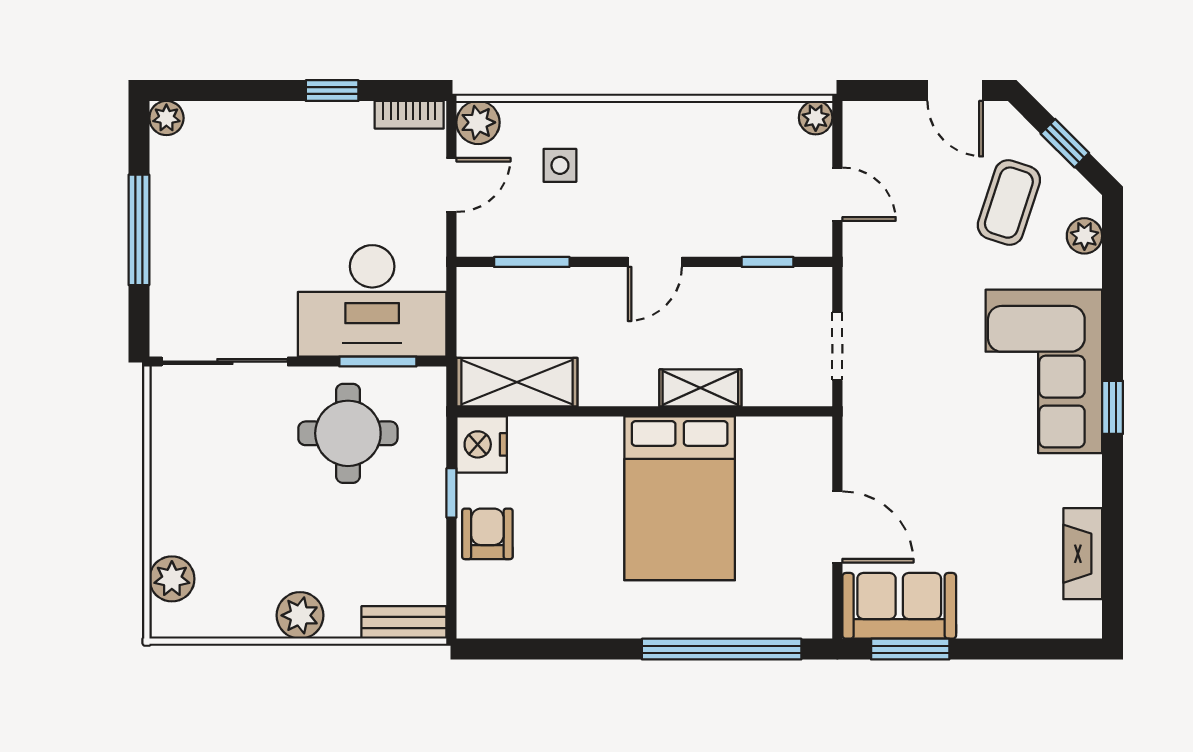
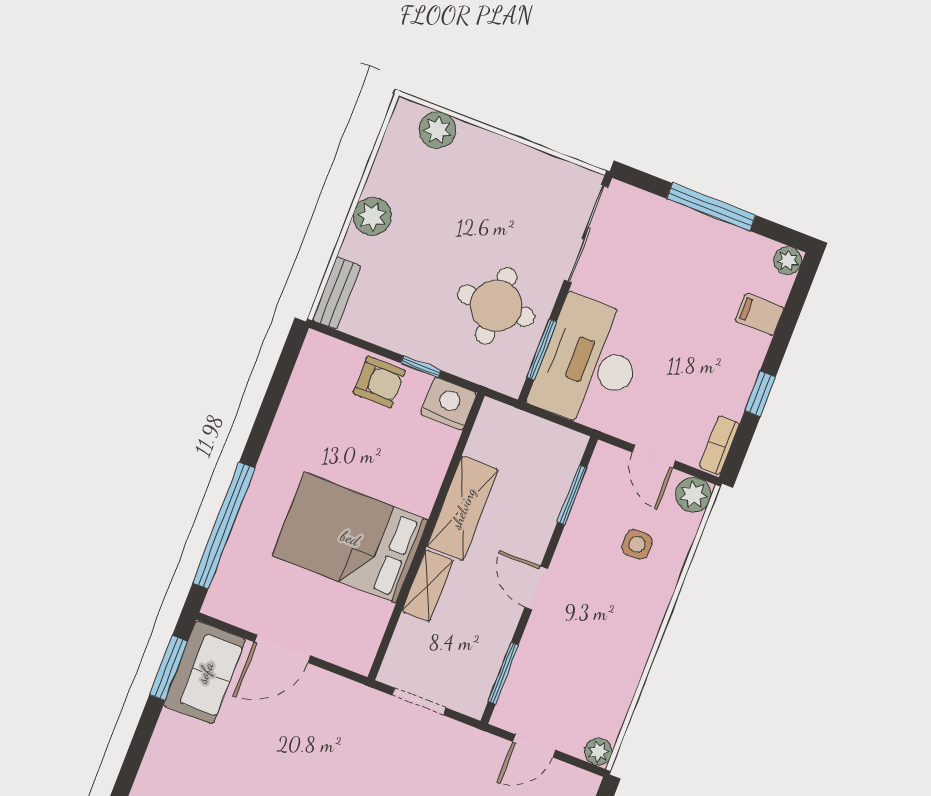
filing cabinet: (241, 126) -> (760, 314), added
window: (768, 262) -> (503, 673), width x1.50
shelving: (517, 382) -> (463, 508), moved

